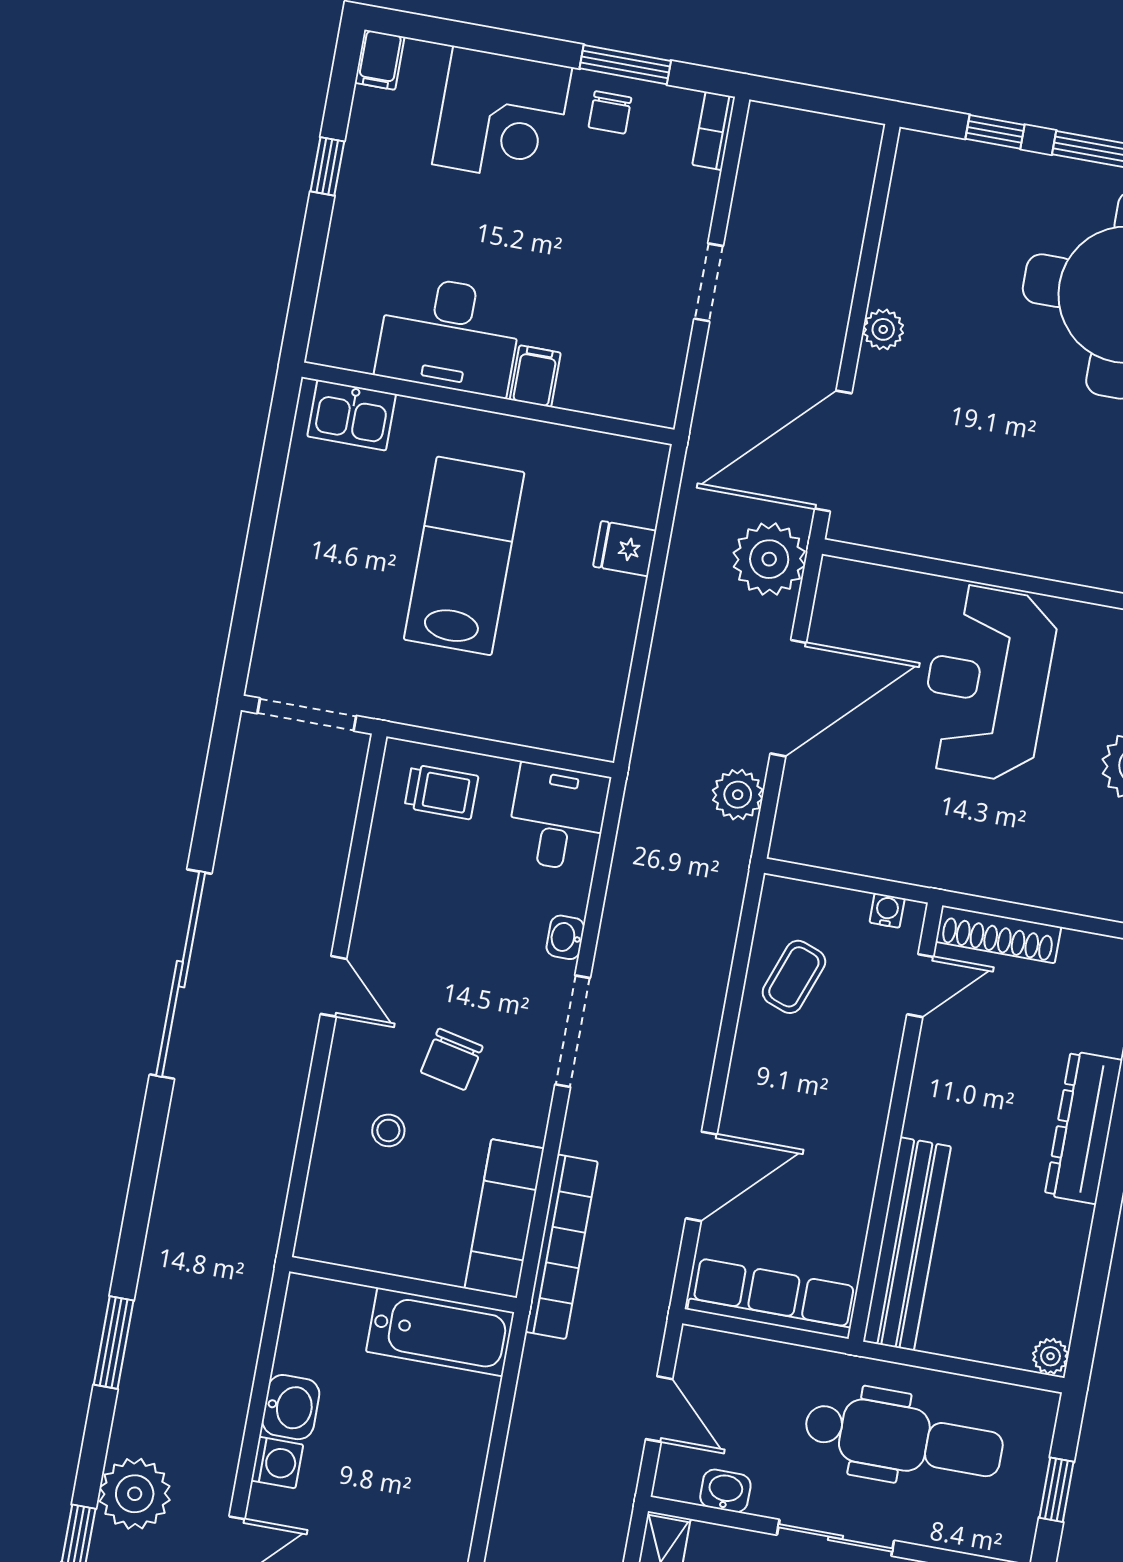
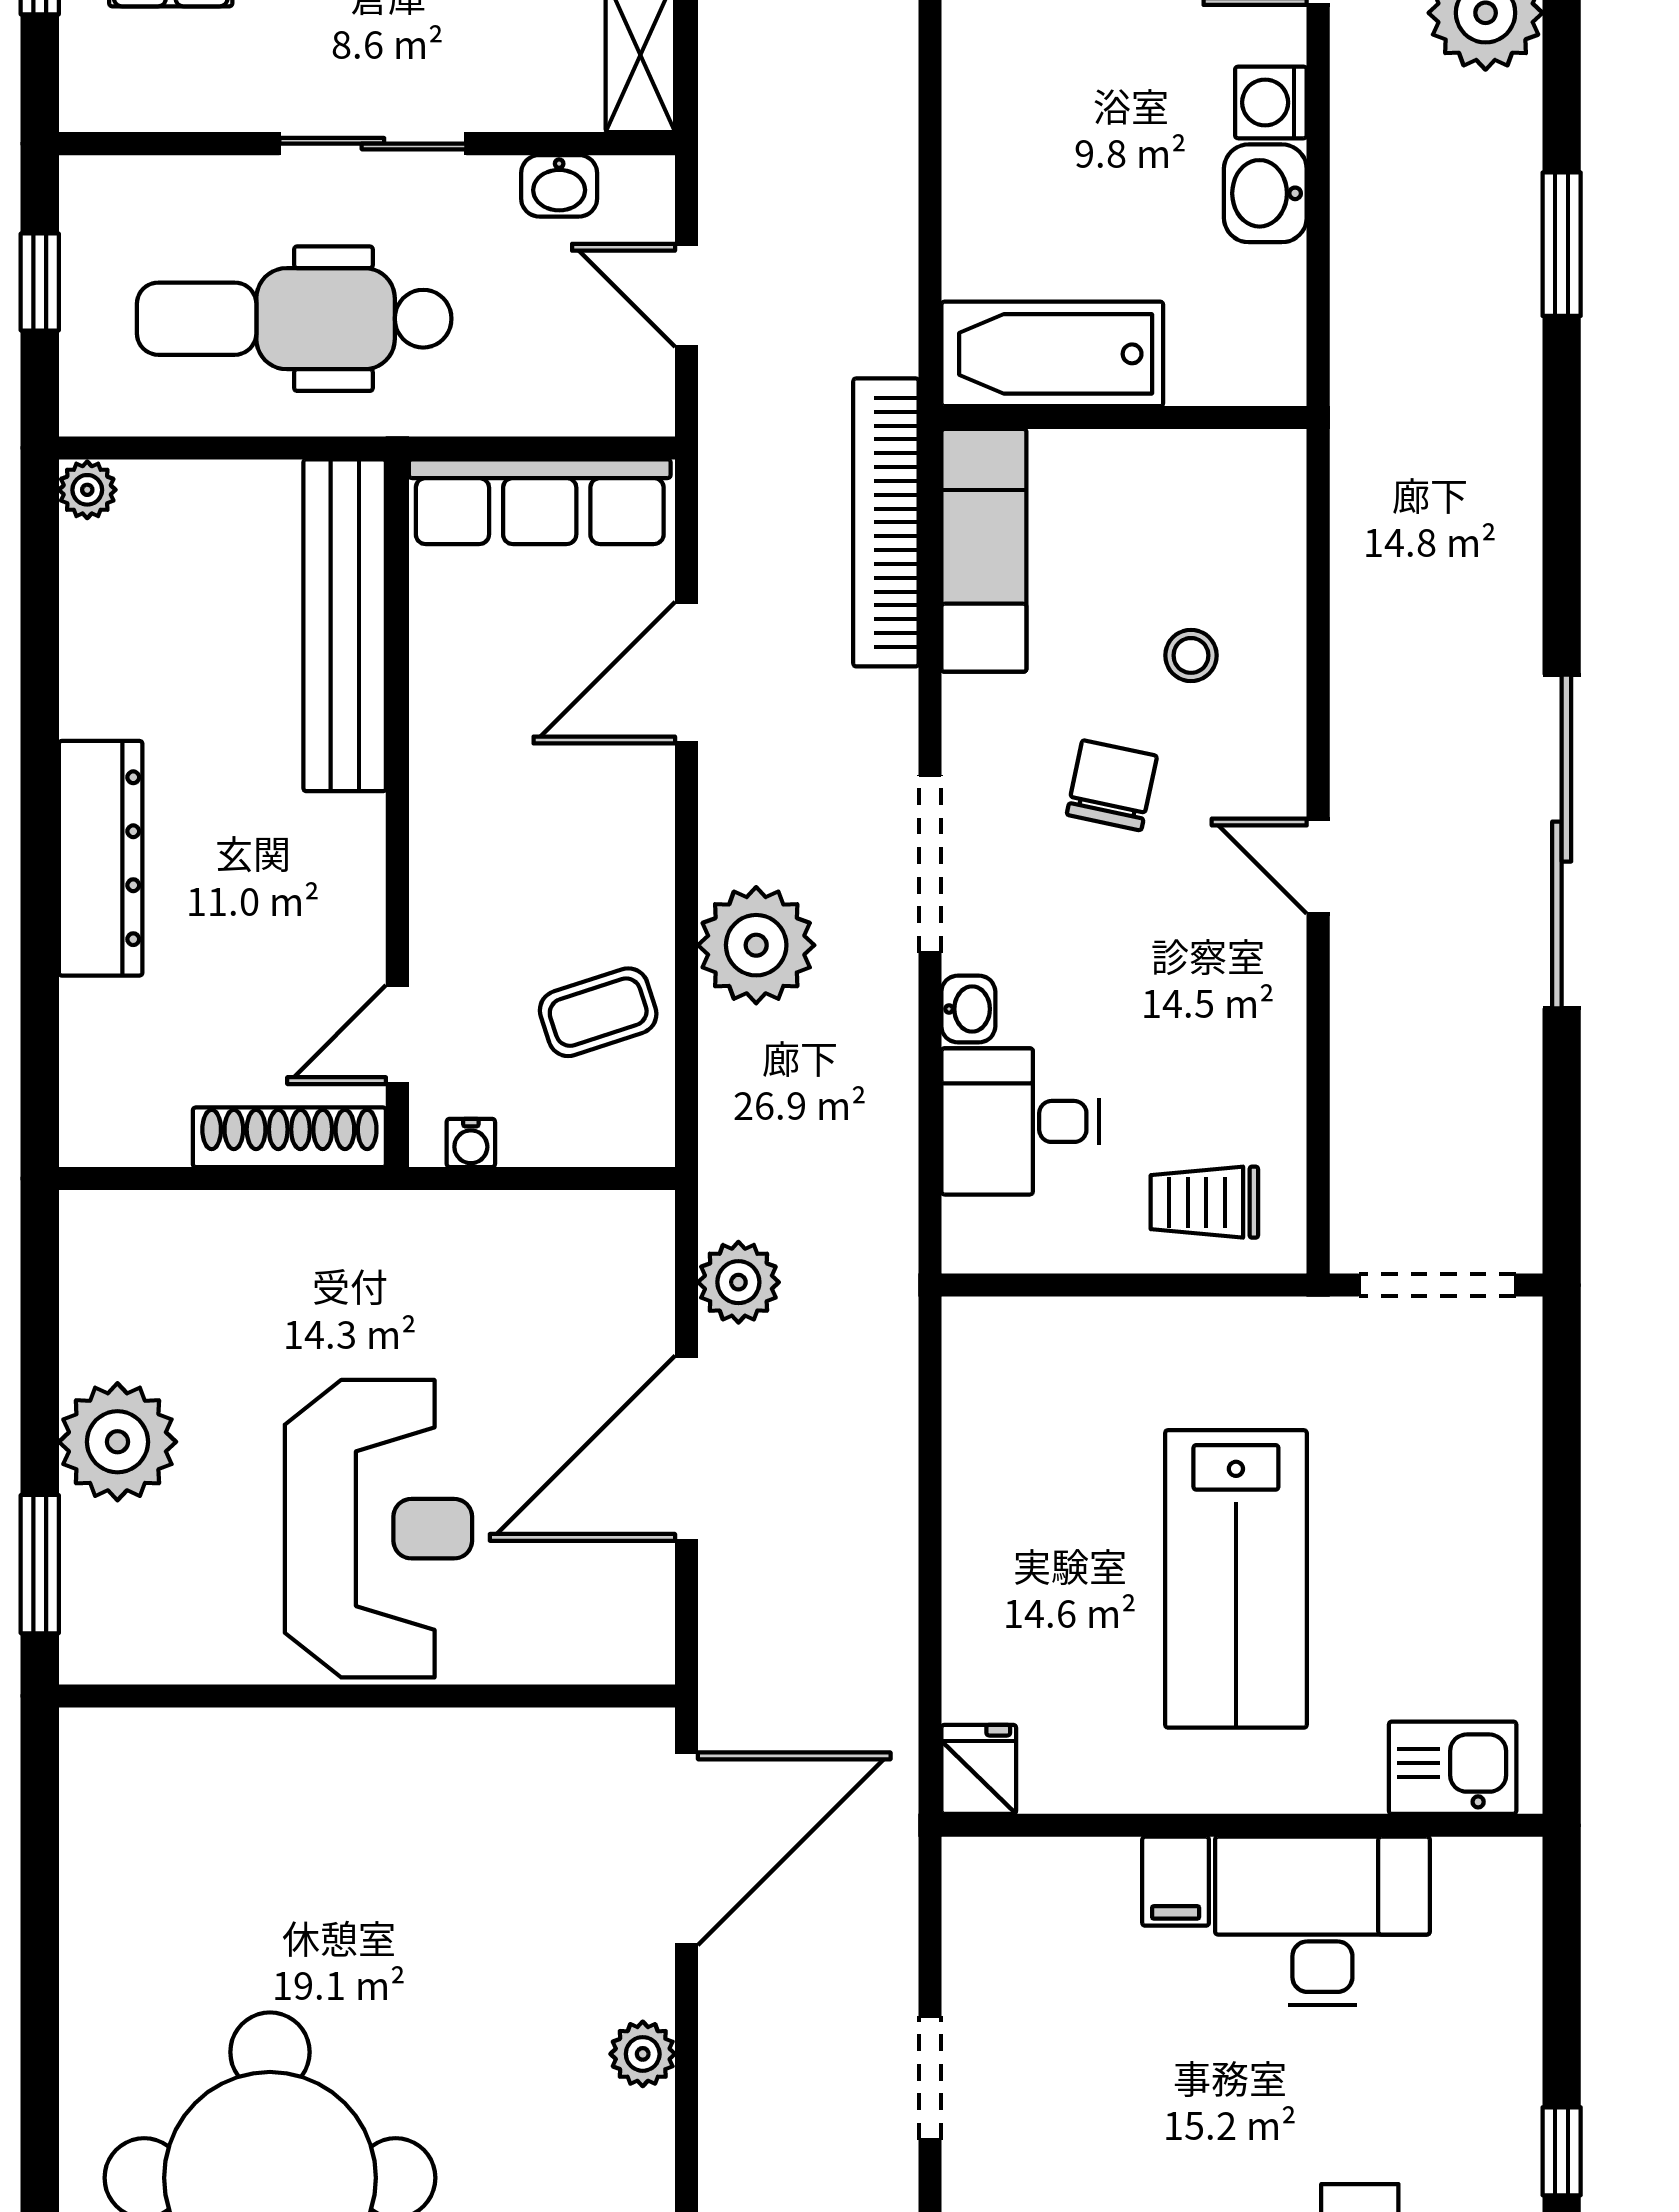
fridge: (625, 549) -> (979, 1769), moved, turned -90
plant: (769, 559) -> (756, 945), moved
desk: (558, 818) -> (1020, 1121), moved, turned 90
coffee table: (794, 977) -> (598, 1012), turned 52

